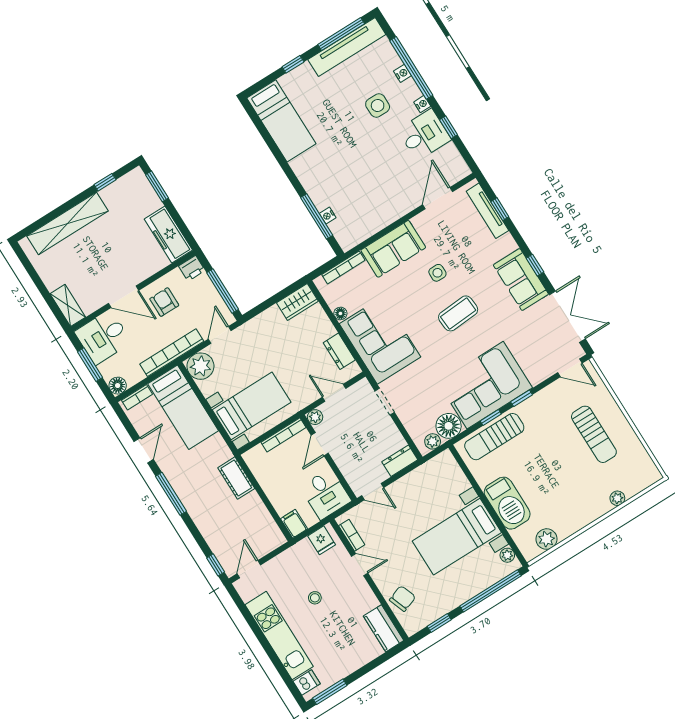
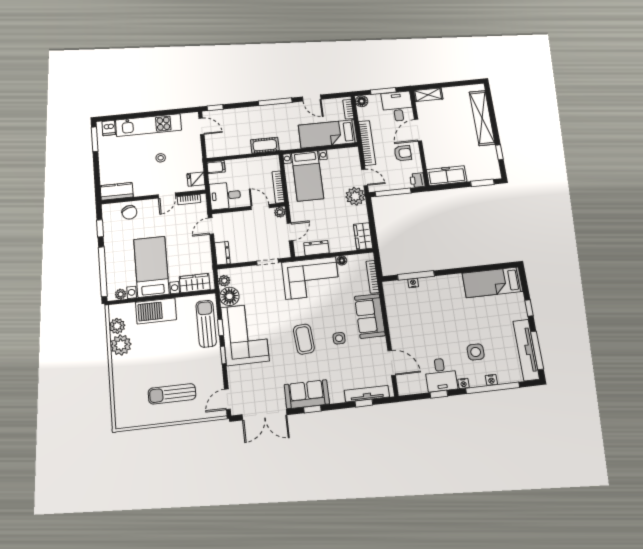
plant: (200, 366) -> (355, 196), moved
wardrobe: (452, 475) -> (195, 283), added
plant: (617, 498) -> (121, 345), moved, width x1.87, depth x1.87

